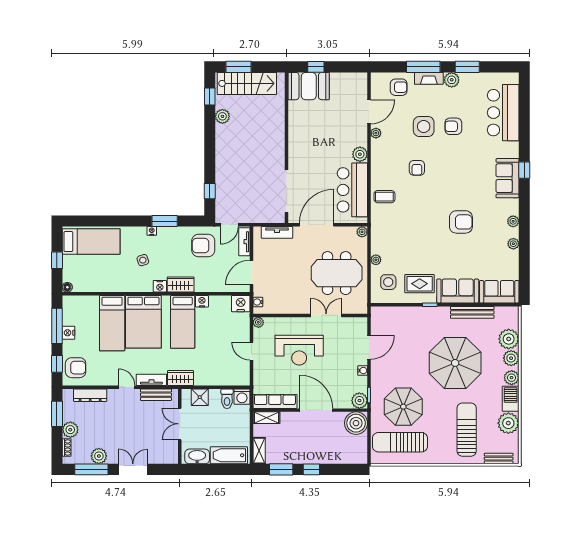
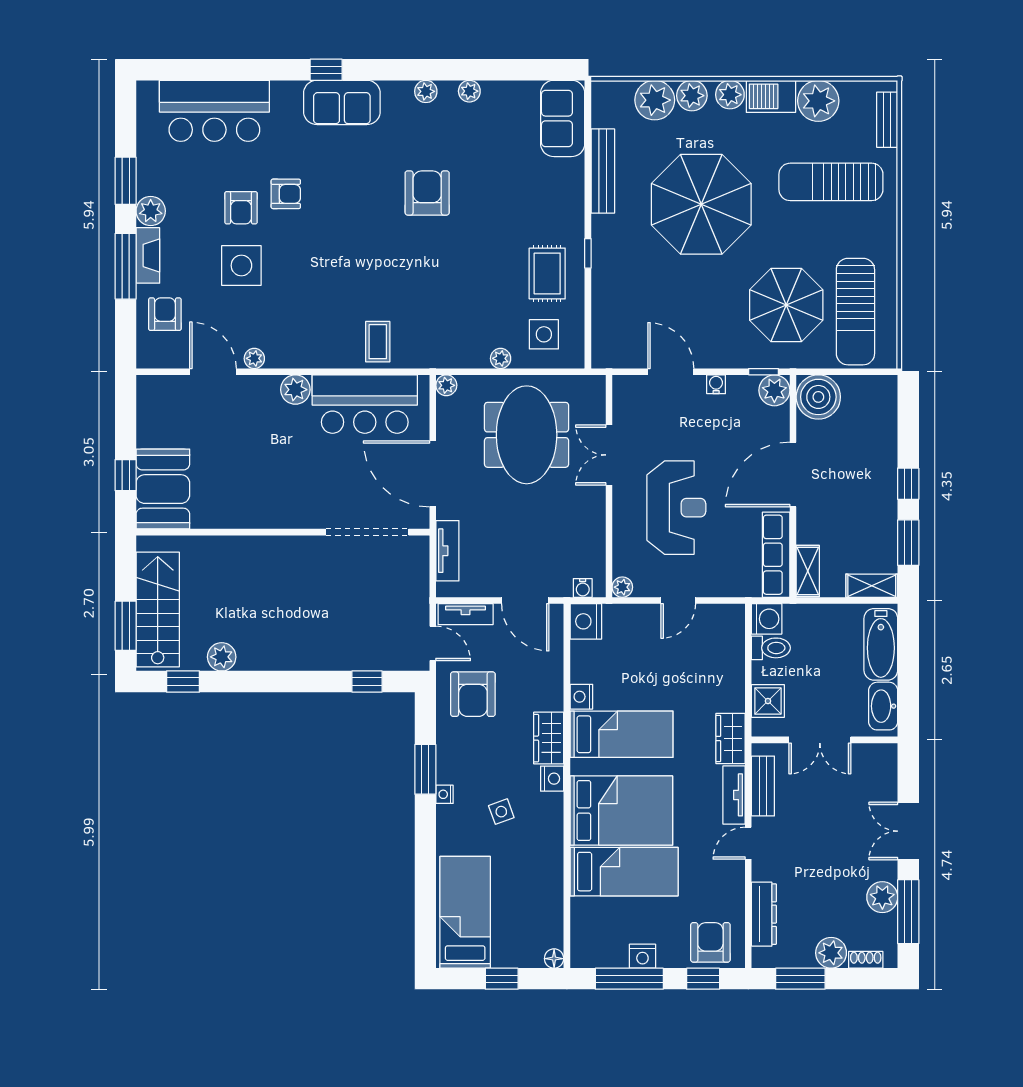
armchair: (417, 168) -> (286, 194), moved
sofa: (458, 291) -> (561, 199), removed

